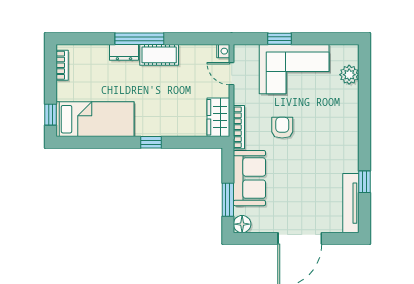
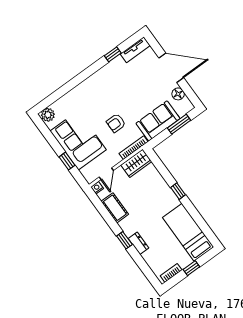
window: (139, 39) -> (124, 240), width x0.46
cot: (159, 55) -> (115, 208), moved
plant: (349, 75) -> (48, 115), moved
window: (50, 115) -> (191, 268), moved
tv unit: (351, 203) -> (135, 50), width x0.71
floor lamp: (242, 224) -> (178, 94), moved

